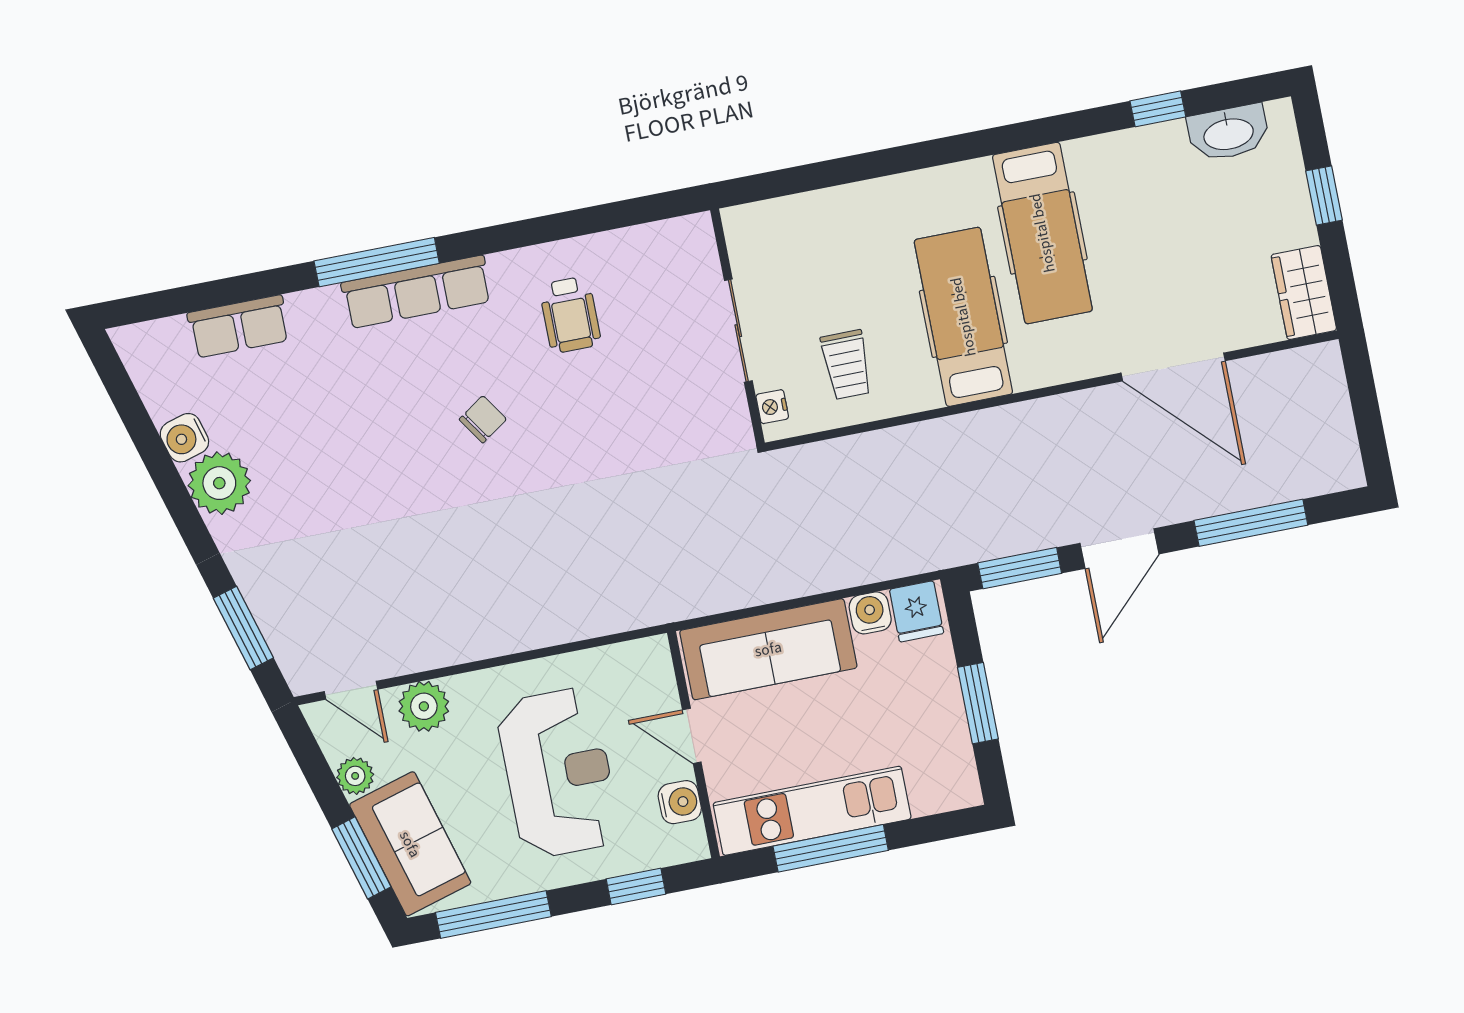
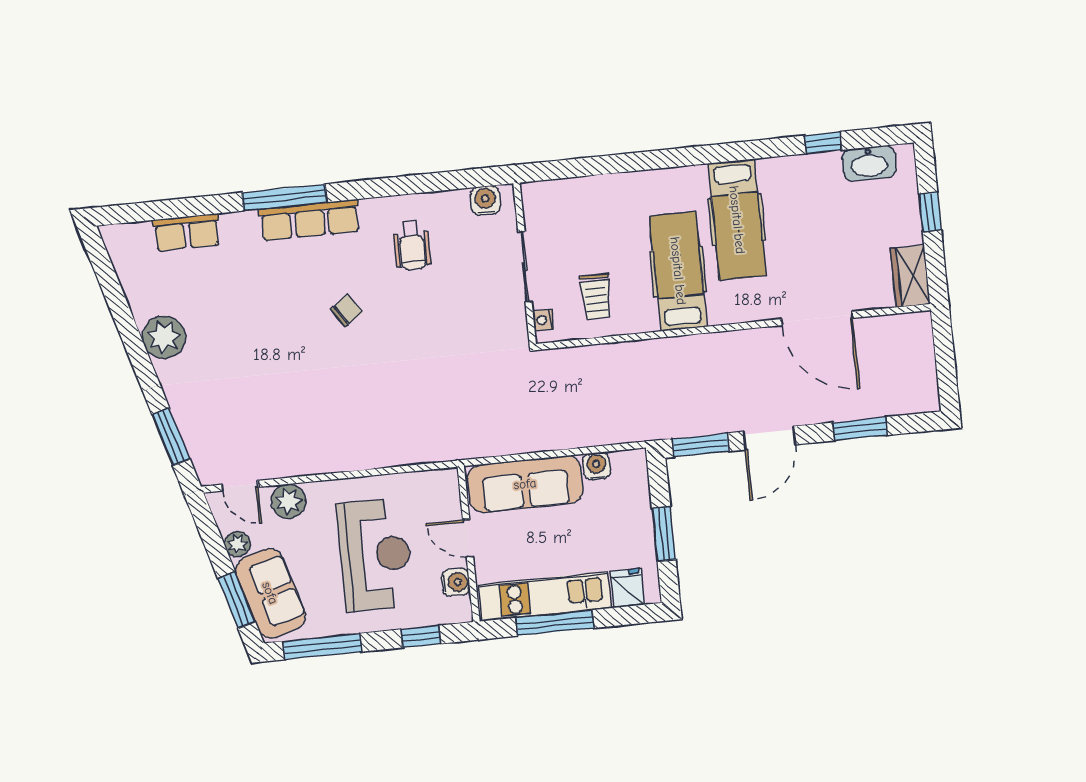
water cooler: (184, 438) -> (485, 201), moved, turned 106
window: (1251, 523) -> (860, 429), width x0.69
fridge: (917, 611) -> (627, 588), moved, turned 180

